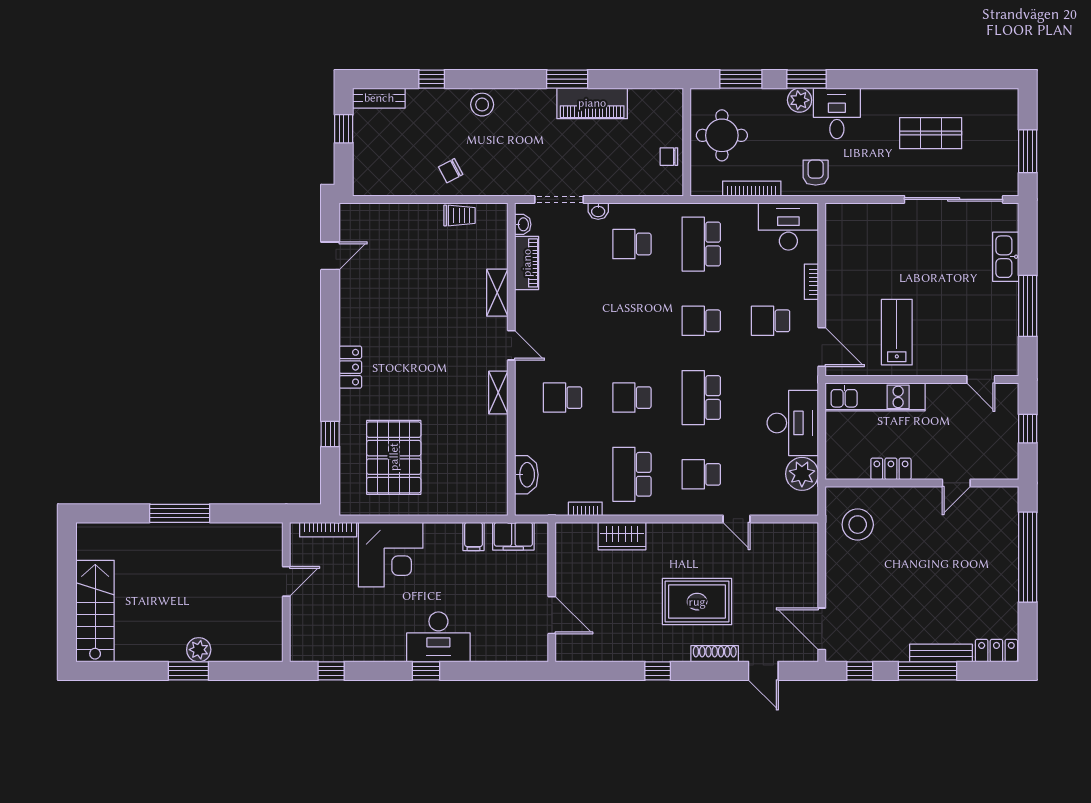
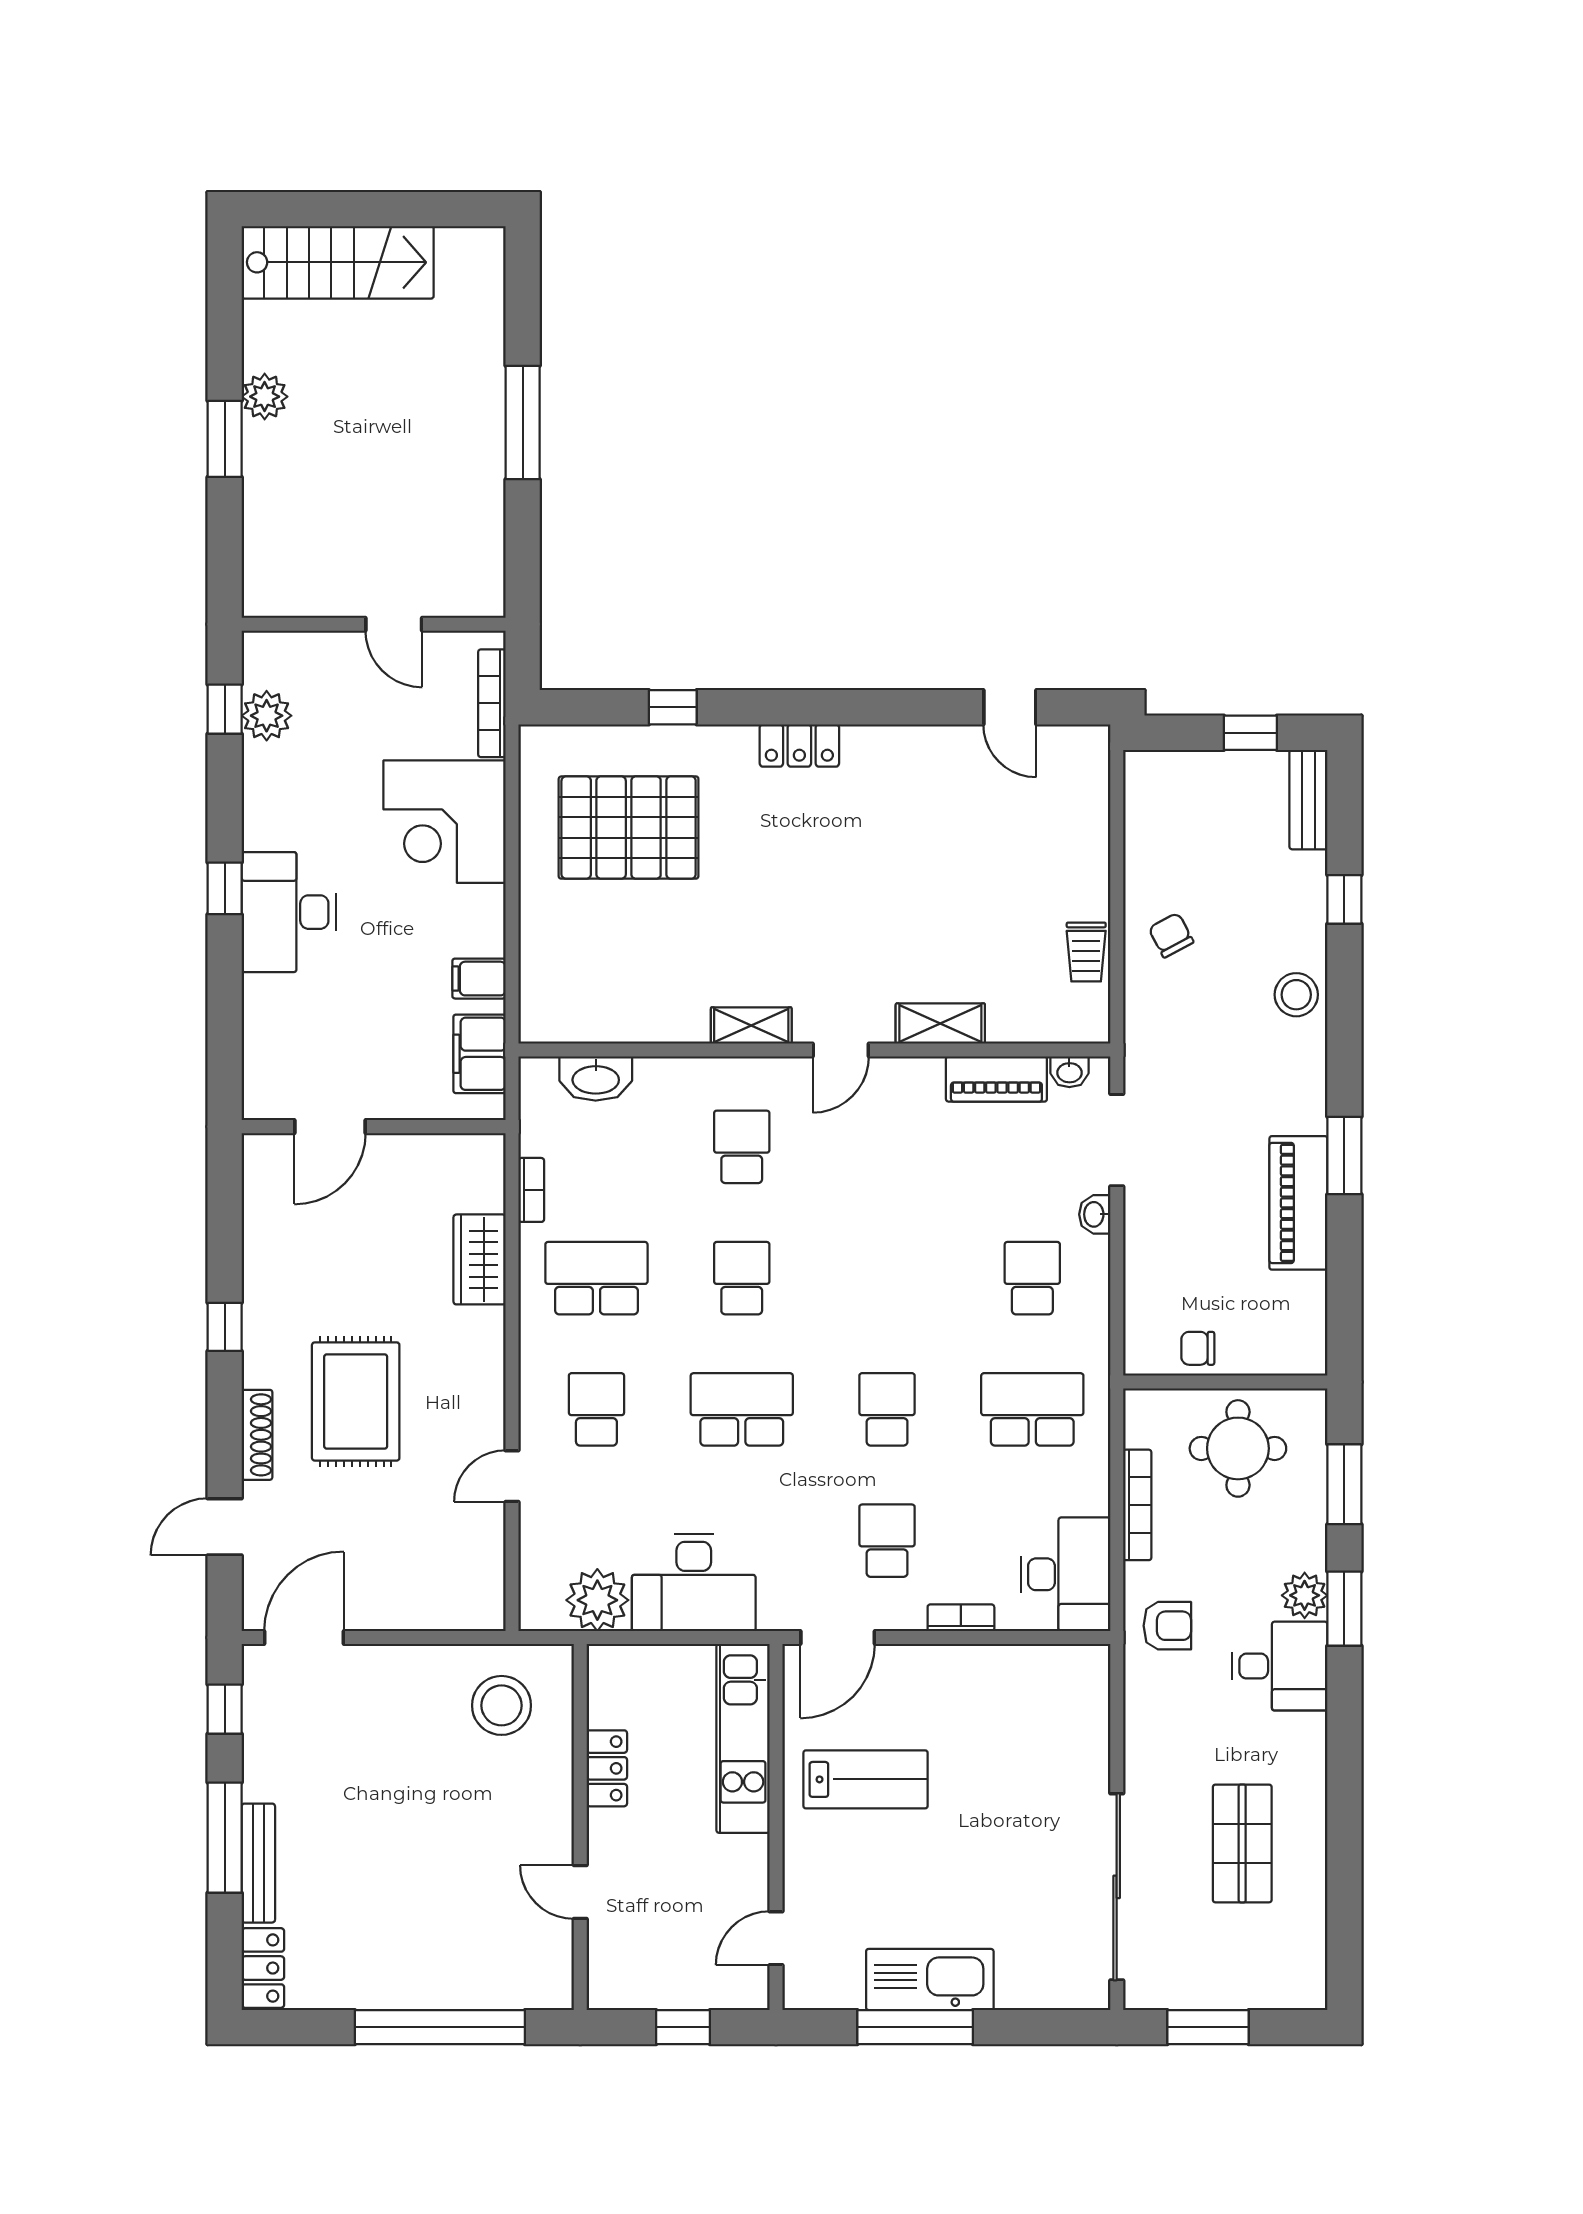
chair: (669, 157) -> (1198, 1348), turned -90
kitchen sink: (1006, 257) -> (930, 1979), moved, width x1.36, depth x1.24
plant: (335, 649) -> (267, 716), added
plant: (199, 650) -> (265, 397), moved

